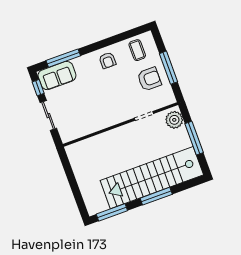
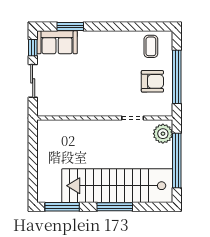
window: (63, 58) -> (70, 26), width x0.69
armchair: (108, 60) -> (116, 46), removed
window: (168, 68) -> (177, 77), width x1.46
window: (194, 138) -> (177, 161), width x1.46

